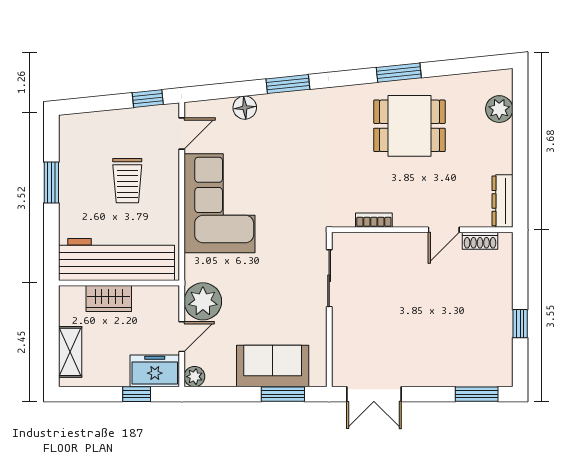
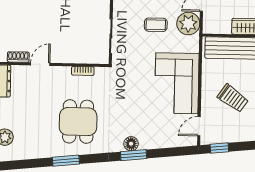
floor lamp: (245, 108) -> (131, 144), moved
dining table: (409, 126) -> (78, 122), moved, turned 90
trolley: (127, 181) -> (233, 98), turned 125
coffee table: (256, 298) -> (156, 25), added

